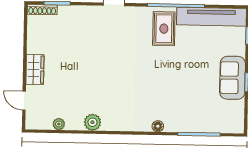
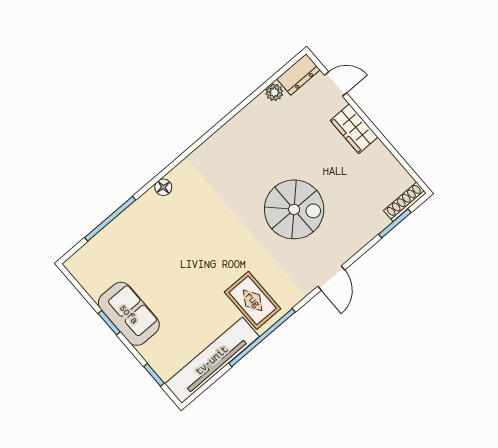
spiral stairs: (102, 56) -> (294, 209), added
dresser: (38, 122) -> (299, 74), added
plant: (92, 122) -> (239, 127), removed

